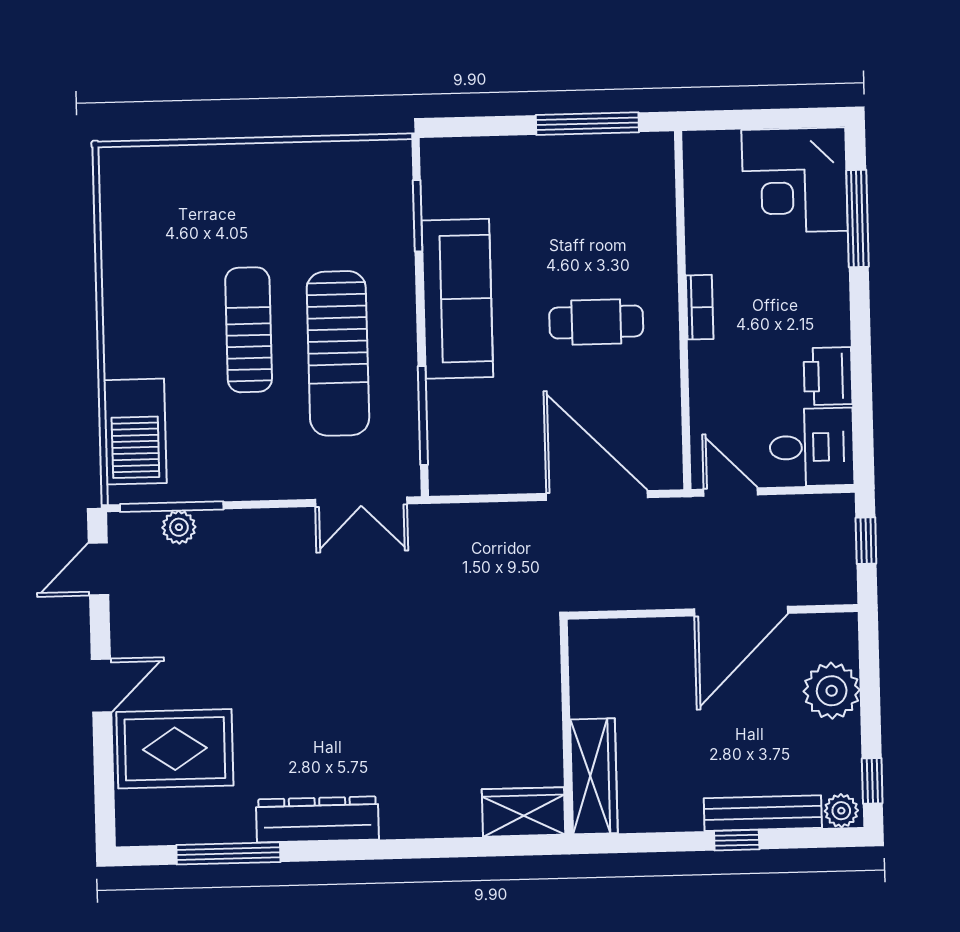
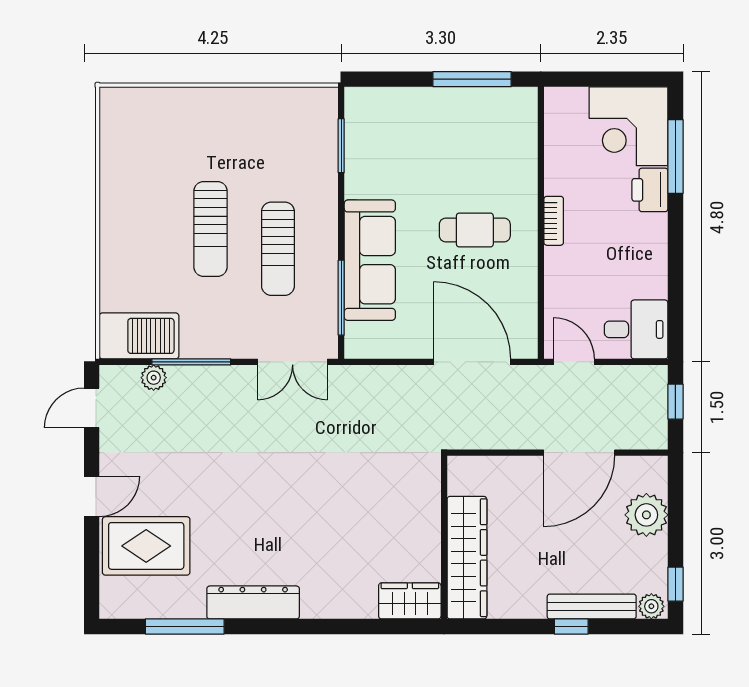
sofa: (457, 299) -> (370, 260), moved
sun lounger: (249, 330) -> (210, 229), turned 180
sun lounger: (338, 353) -> (278, 249), width x0.73, depth x0.75
printer: (828, 376) -> (650, 190), moved
barbecue: (135, 432) -> (139, 336), moved, turned -90
window: (172, 507) -> (191, 362), moved
wardrobe: (594, 776) -> (467, 558), width x1.40, depth x1.17

